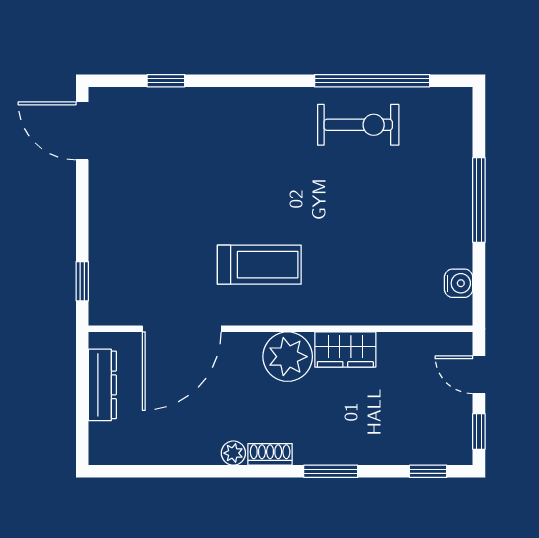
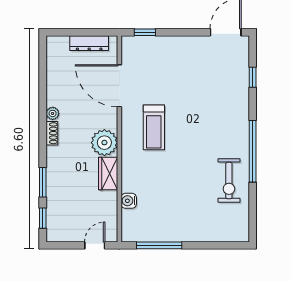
window: (372, 81) -> (253, 151), moved
window: (479, 200) -> (159, 245), moved
water cooler: (459, 283) -> (129, 201), moved, turned 90
window: (479, 431) -> (64, 245), removed
window: (331, 471) -> (43, 182), moved

